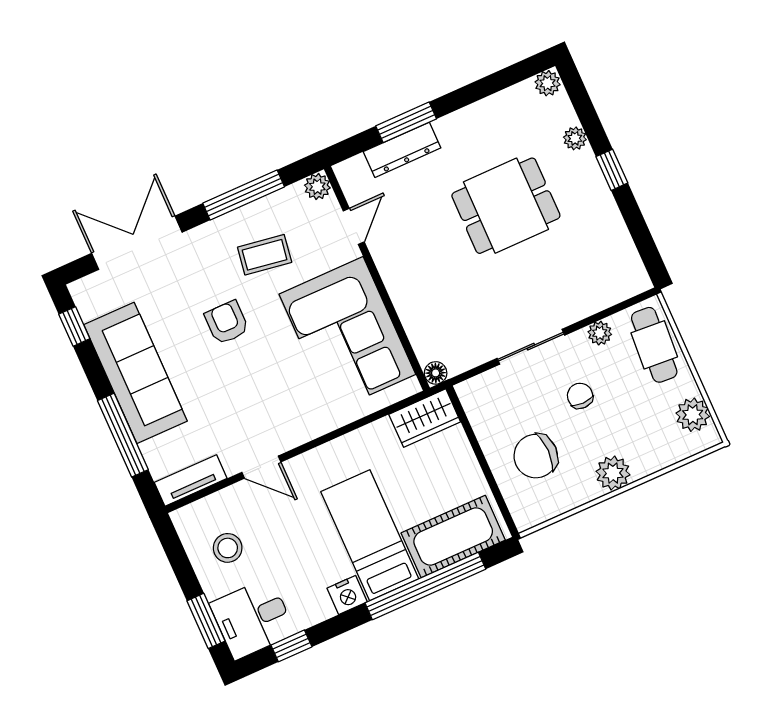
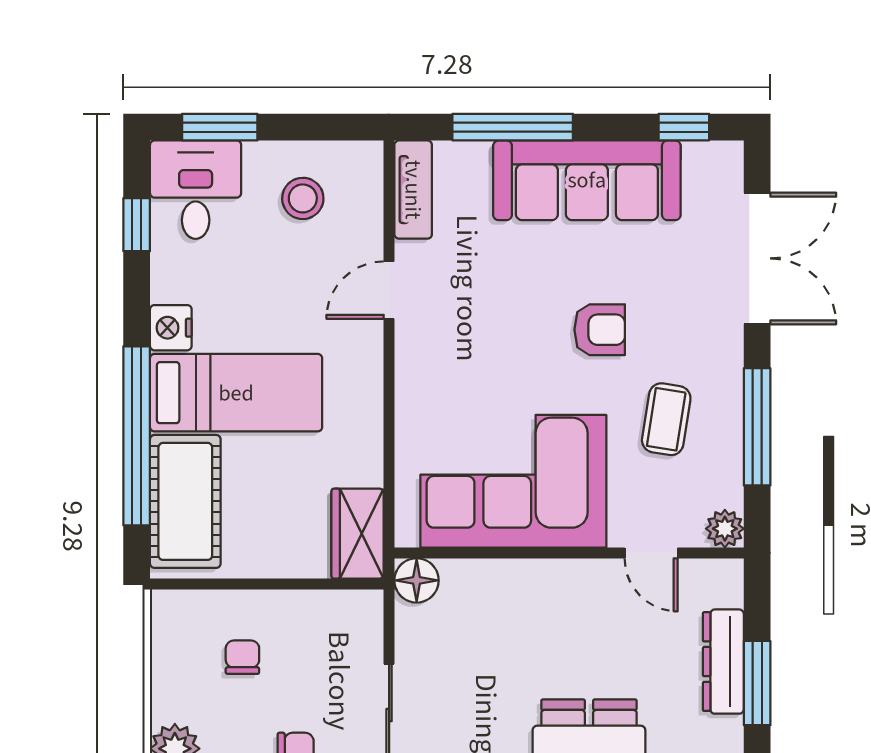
floor lamp: (436, 373) -> (417, 580), width x1.37, depth x1.37
chair: (536, 456) -> (242, 657), width x0.54, depth x0.54

